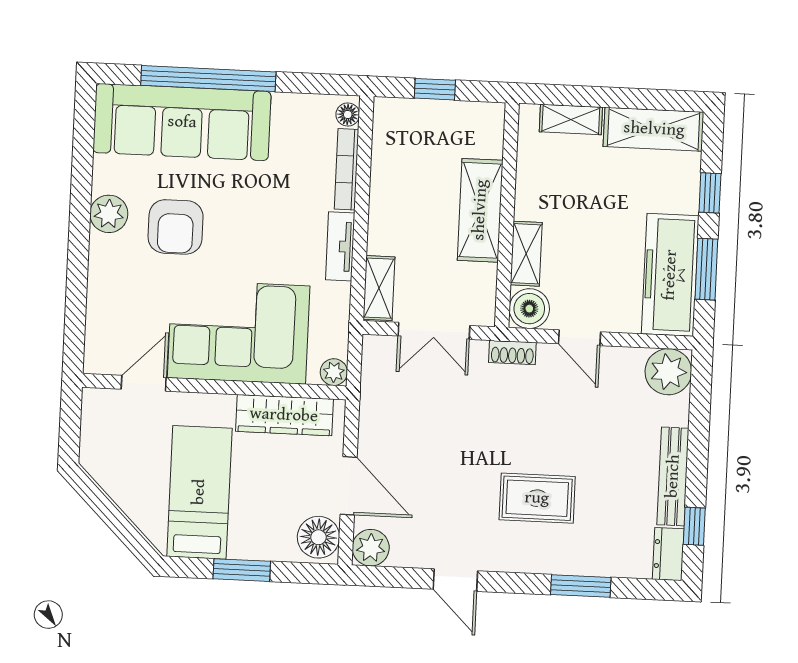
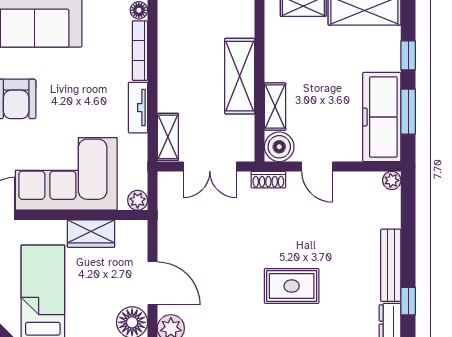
plant: (668, 372) -> (392, 180), width x0.53, depth x0.53
wardrobe: (284, 415) -> (91, 234), width x0.67

